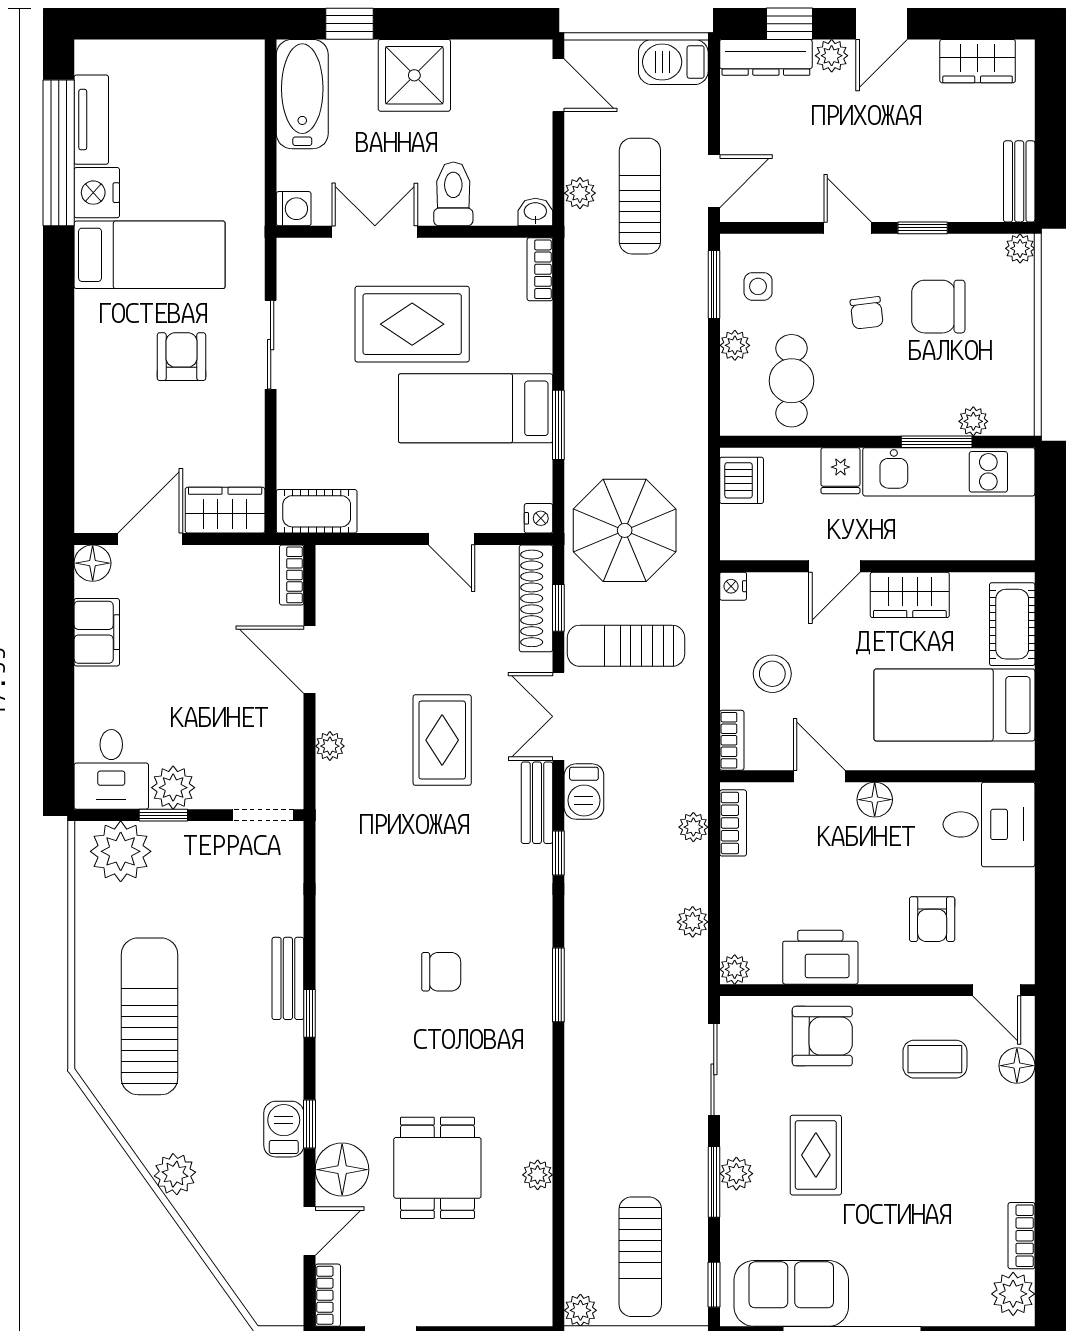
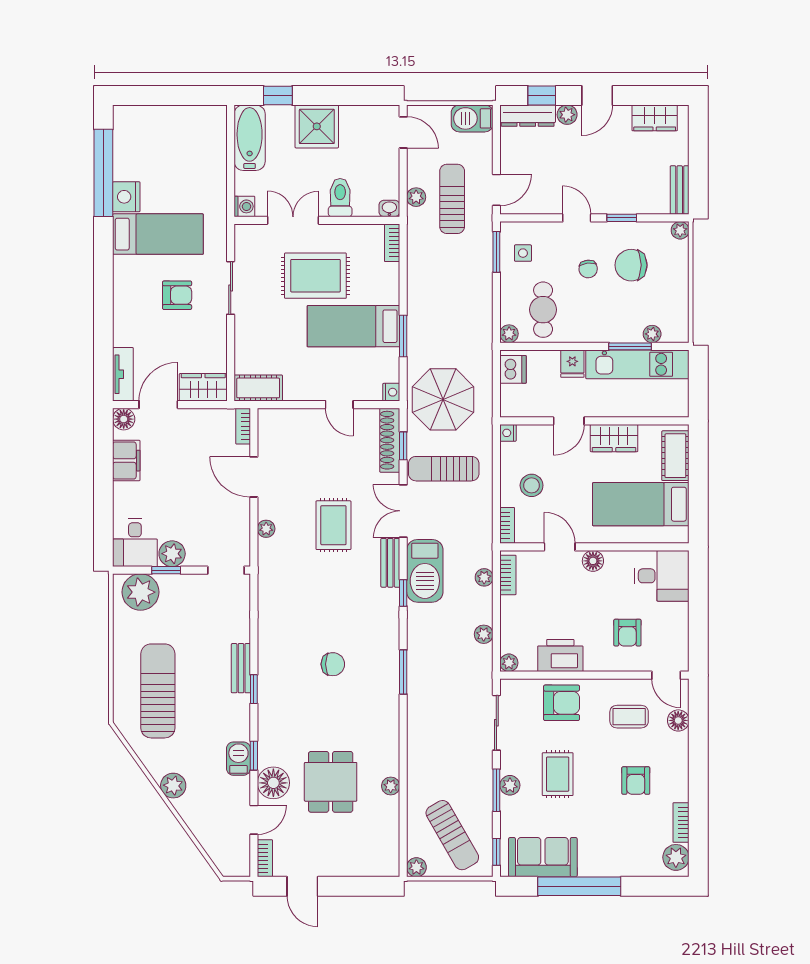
tv unit: (91, 120) -> (123, 374), moved
plant: (735, 345) -> (509, 334), moved
armchair: (181, 357) -> (177, 295), turned 90
barbecue: (584, 792) -> (425, 571), width x1.88, depth x1.53
armchair: (946, 1166) -> (636, 781), added
sun lounger: (640, 1257) -> (452, 835), turned -30

